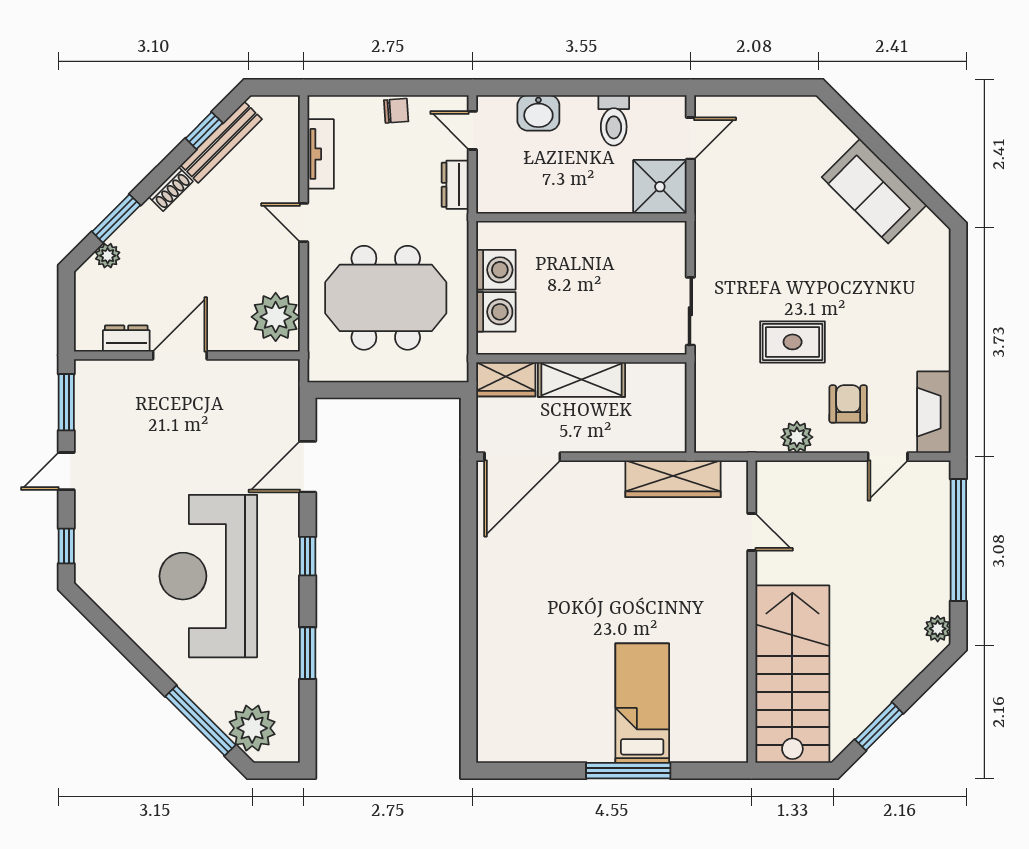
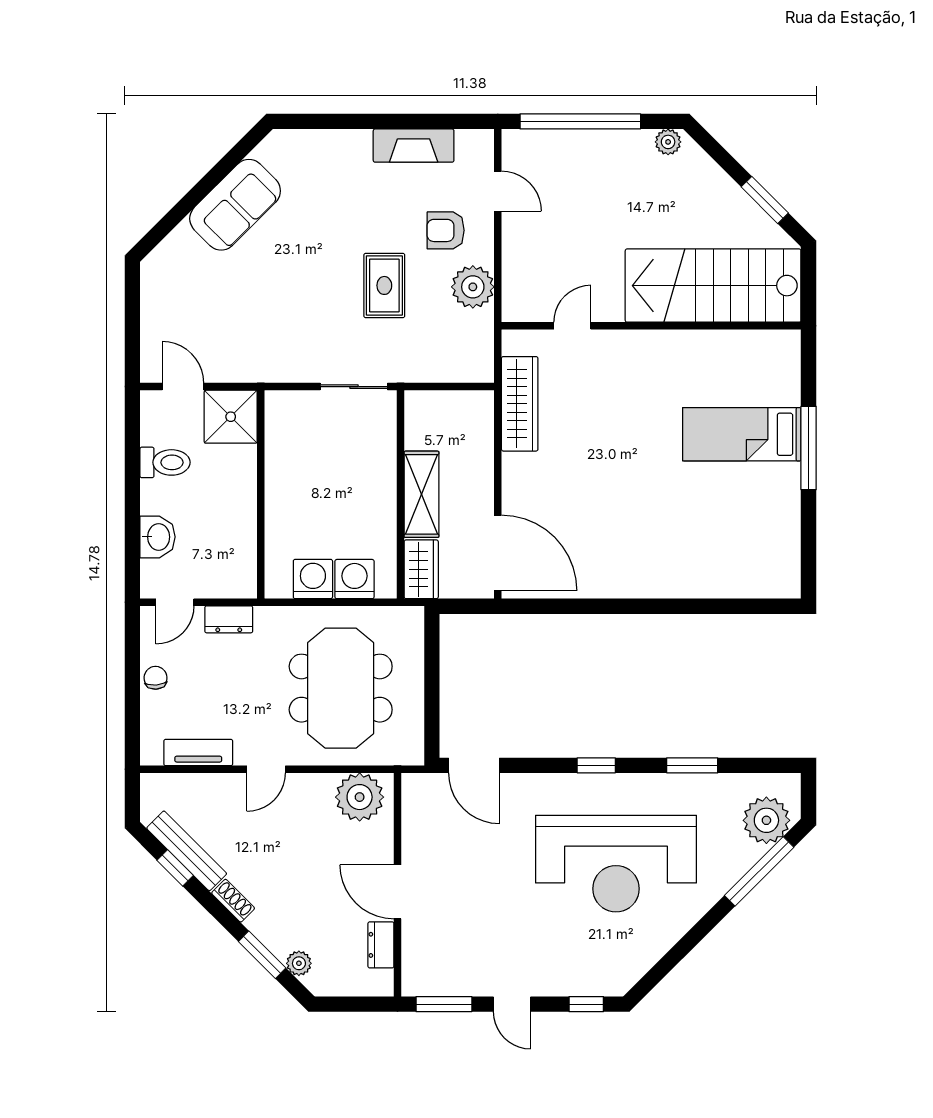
fireplace: (934, 412) -> (414, 146), moved
plant: (797, 437) -> (473, 287), width x1.36, depth x1.36
door: (308, 467) -> (474, 765), moved

